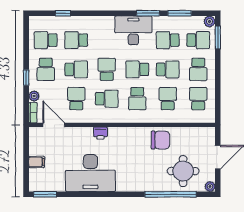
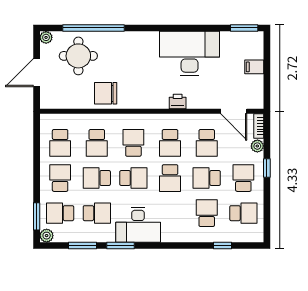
school desk: (76, 40) -> (207, 213), turned -90
school desk: (107, 99) -> (170, 143), turned -90

